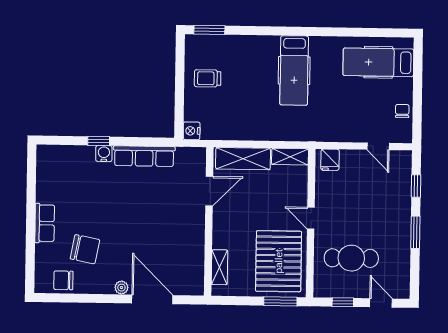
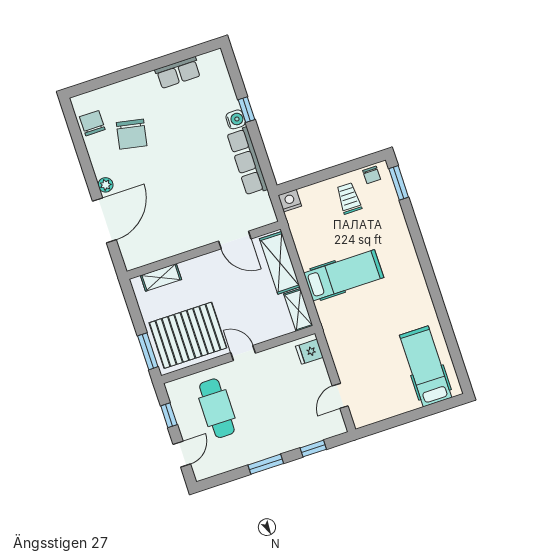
hospital bed: (294, 70) -> (344, 275), moved, turned 180
chair: (402, 111) -> (372, 175), moved, turned 90
door: (311, 218) -> (243, 353), hinge flipped
row of seats: (45, 223) -> (178, 73), moved

